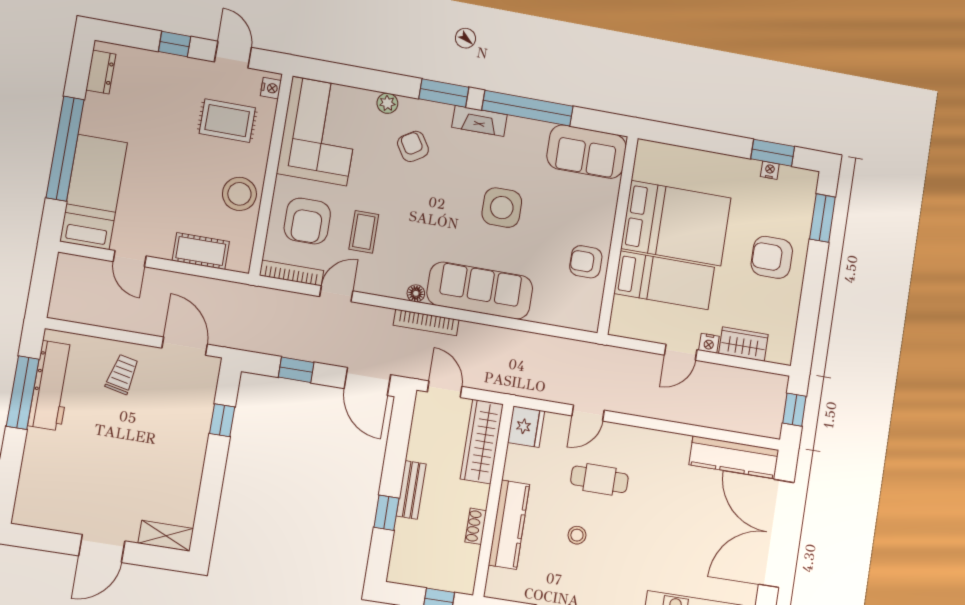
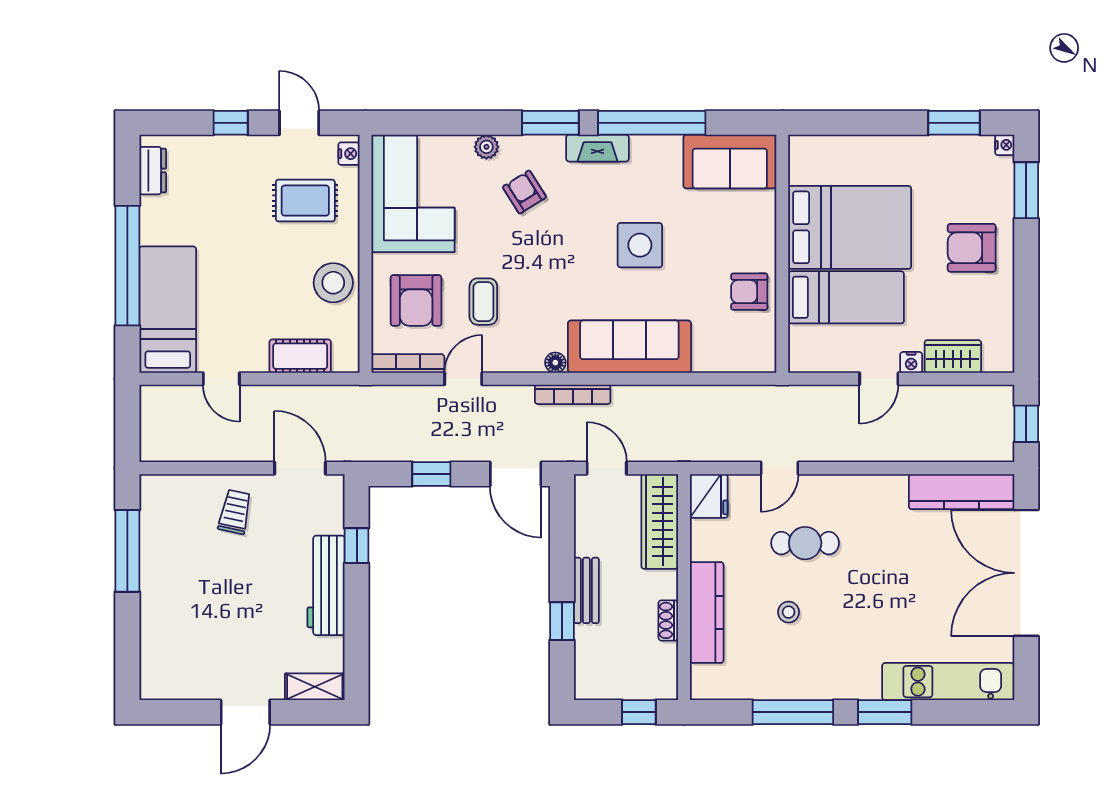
nightstand: (770, 170) -> (1005, 145), moved, turned 90
workbench: (51, 386) -> (326, 585), moved, turned 180

